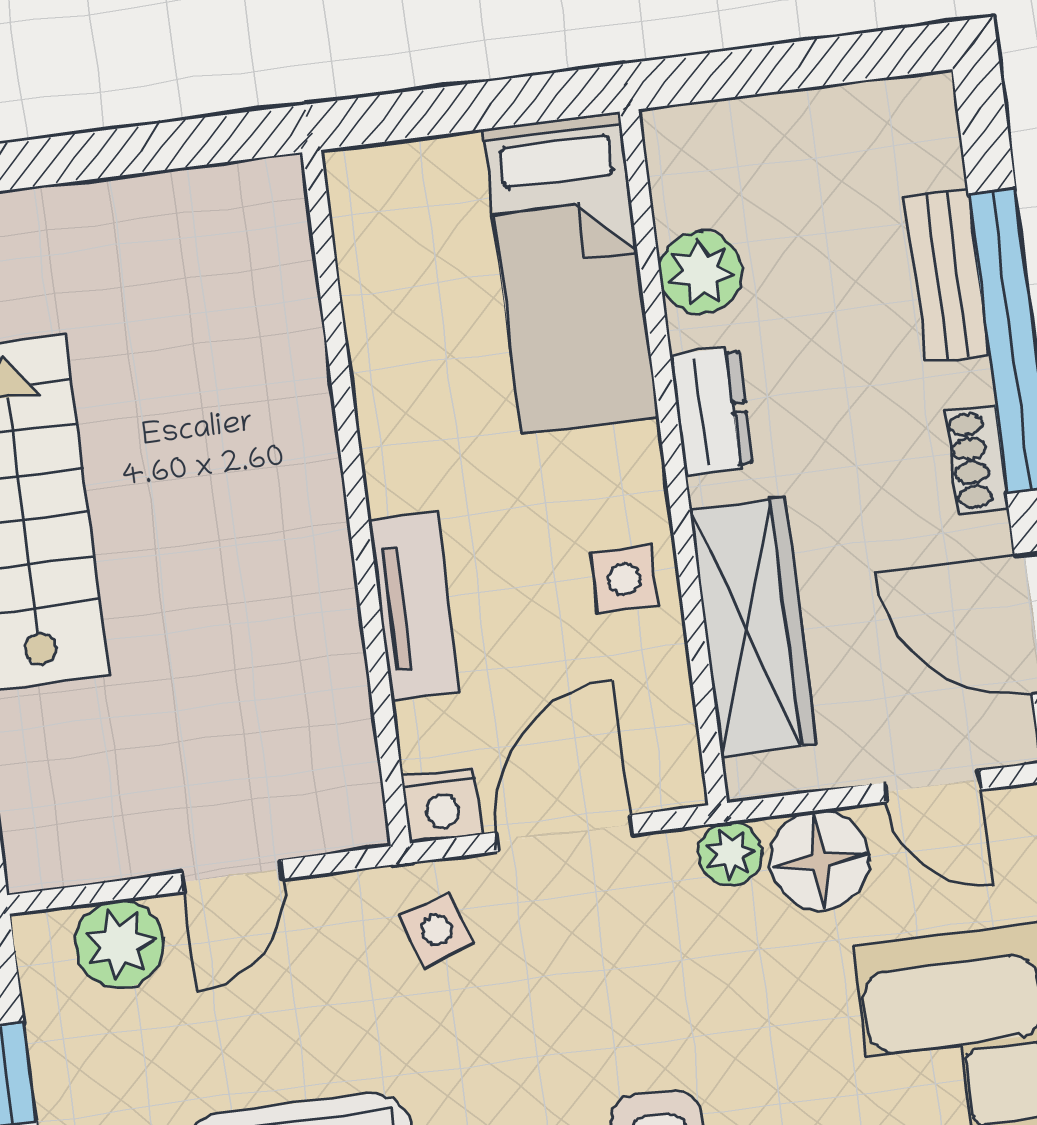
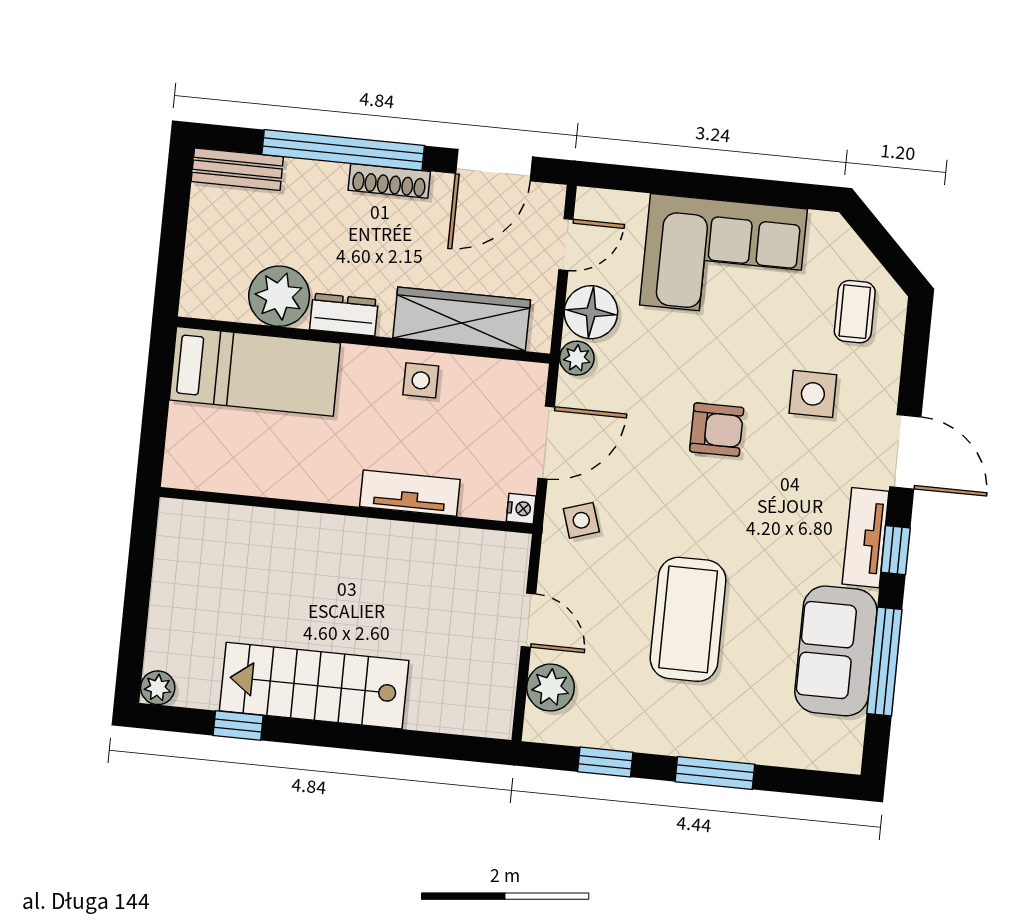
plant: (701, 272) -> (279, 296), width x1.36, depth x1.36
bench: (947, 275) -> (237, 169), moved
shoe rack: (977, 460) -> (389, 181), width x1.43
nightstand: (442, 805) -> (521, 509), width x0.72, depth x0.74
door: (564, 833) -> (546, 442), swing flipped

